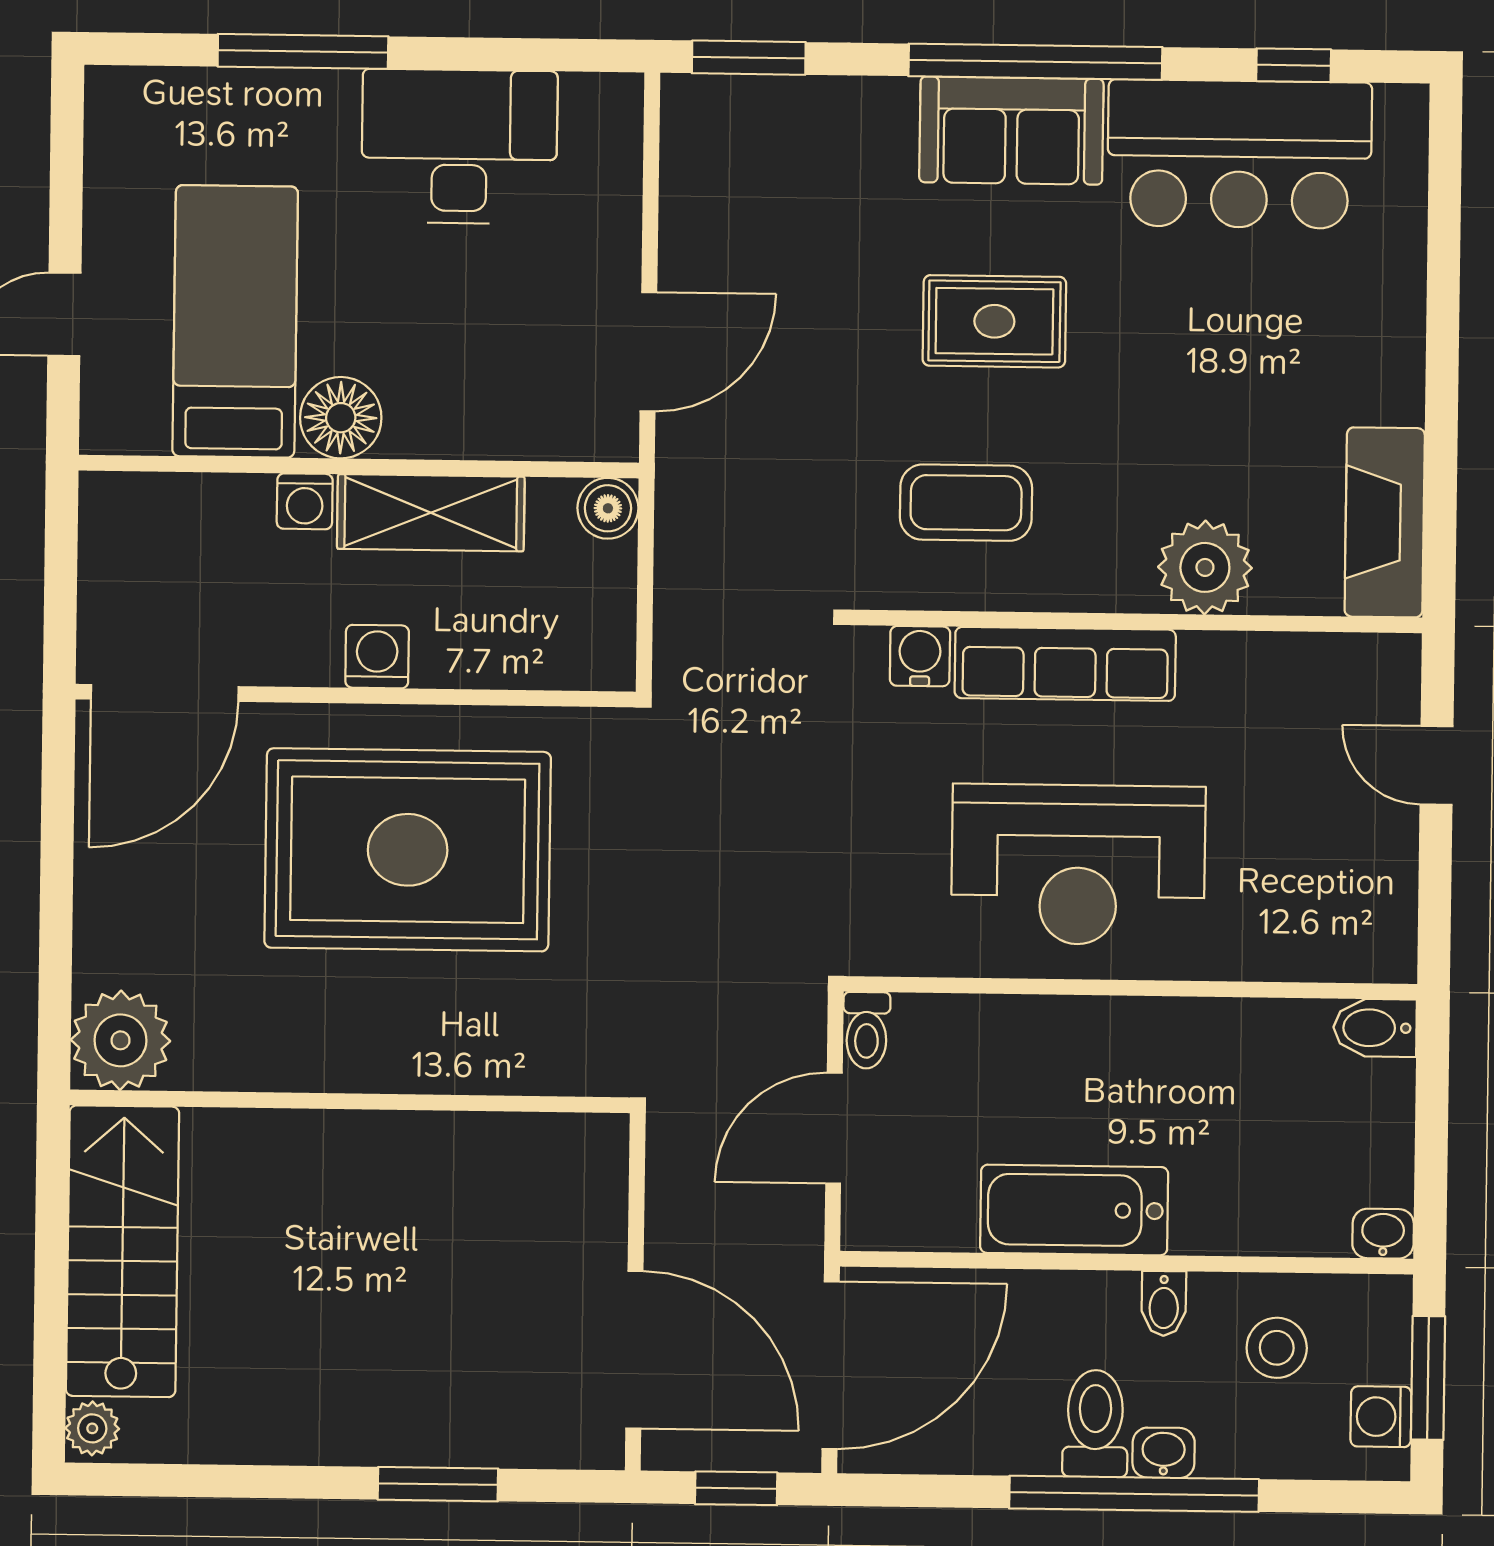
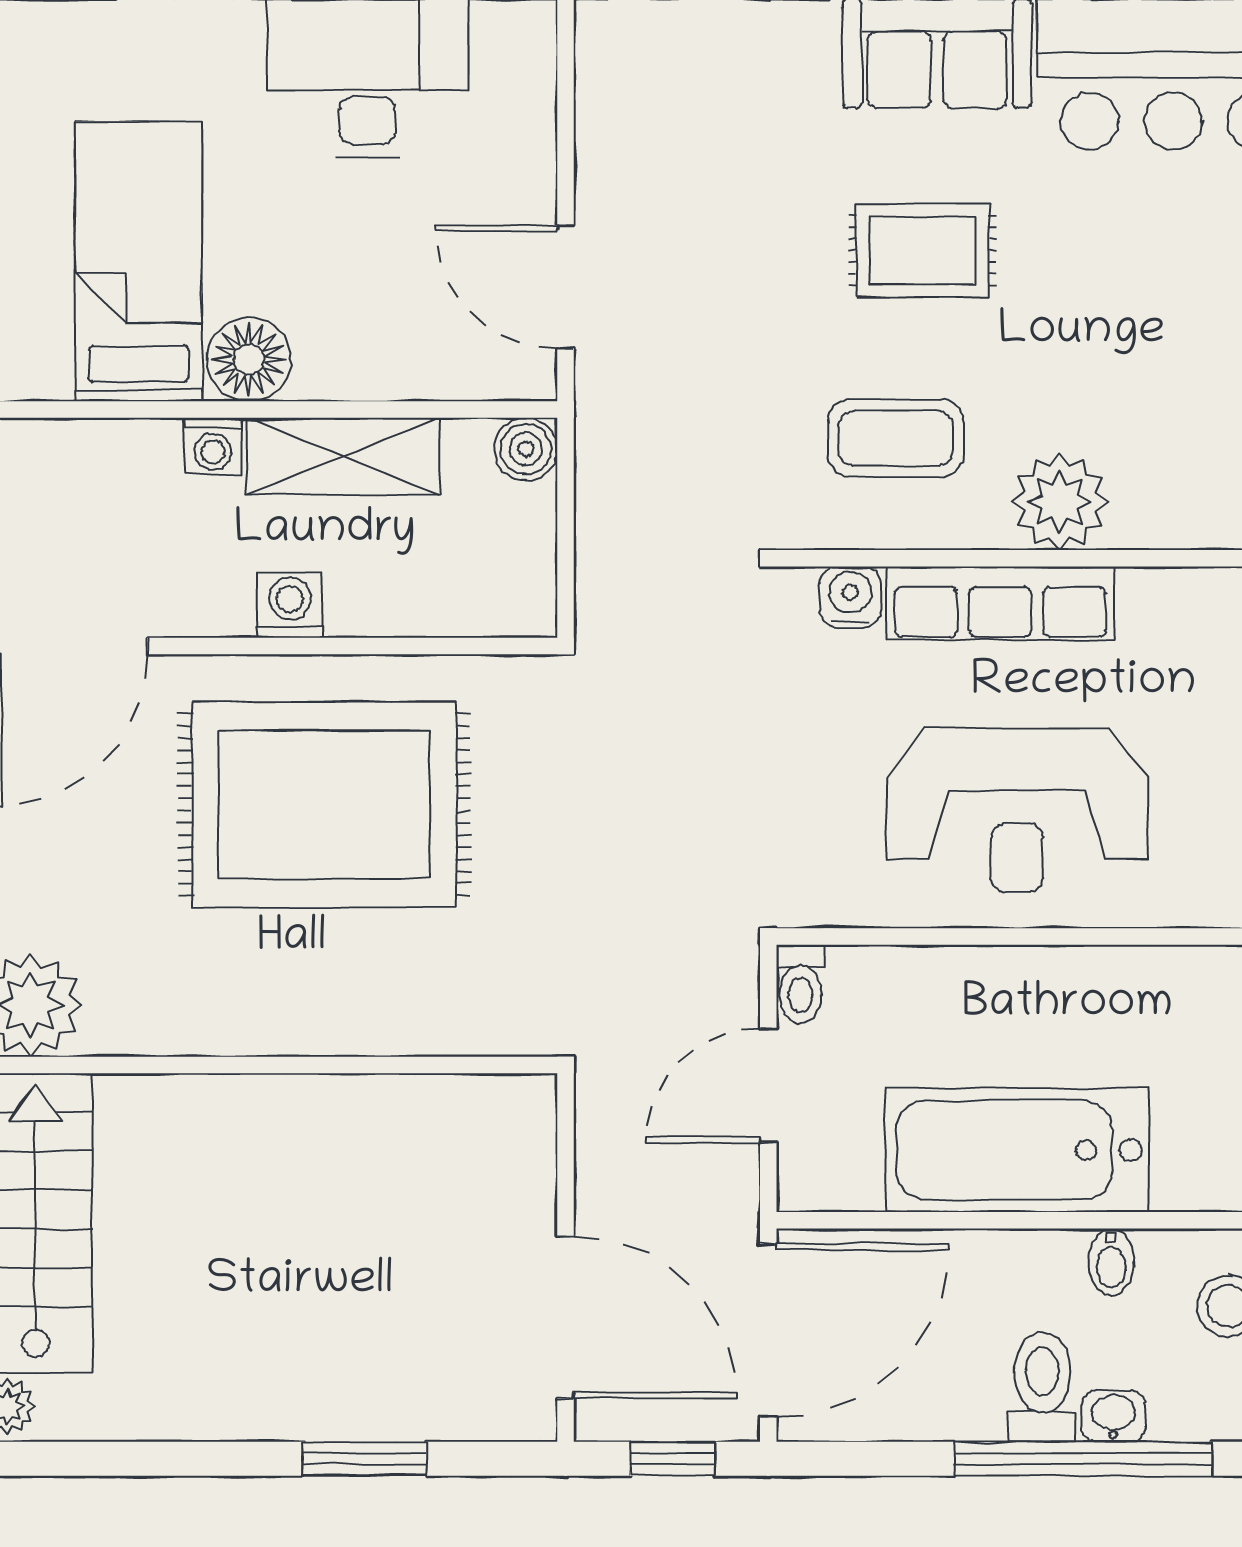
door: (648, 352) -> (566, 287), swing flipped
plant: (1205, 567) -> (1060, 501), moved
bathtub: (1074, 1210) -> (1017, 1150), width x1.36, depth x1.36

